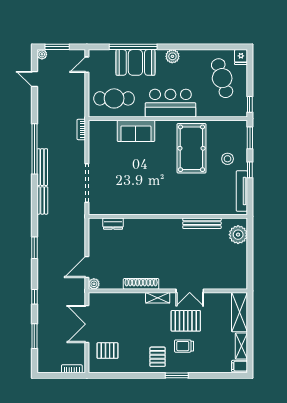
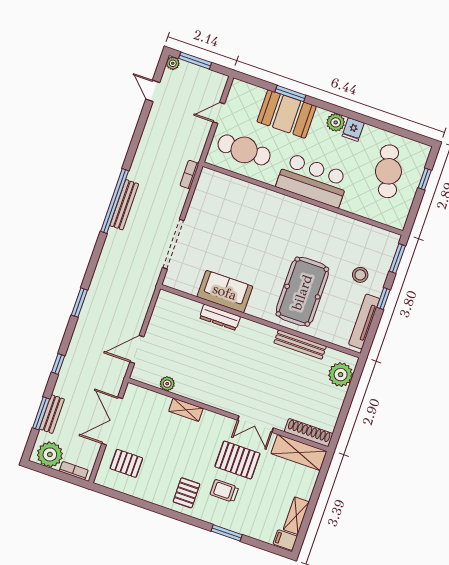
window: (133, 47) -> (290, 94), width x0.47
fridge: (241, 57) -> (353, 129), moved
door: (87, 65) -> (219, 113), moved
window: (250, 104) -> (425, 179), moved
sofa: (136, 131) -> (225, 292), moved, turned 180
pool table: (191, 148) -> (302, 292), moved
window: (34, 149) -> (115, 201), moved
bench: (42, 200) -> (52, 414), moved
dresser: (113, 224) -> (220, 317), moved, width x1.44
plant: (94, 284) -> (167, 384), moved
shoe rack: (141, 284) -> (309, 433), moved
shelving: (158, 298) -> (186, 410), moved
shelving: (239, 312) -> (299, 452), moved, turned 90
plant: (51, 363) -> (50, 454), added
window: (177, 375) -> (227, 533), moved

